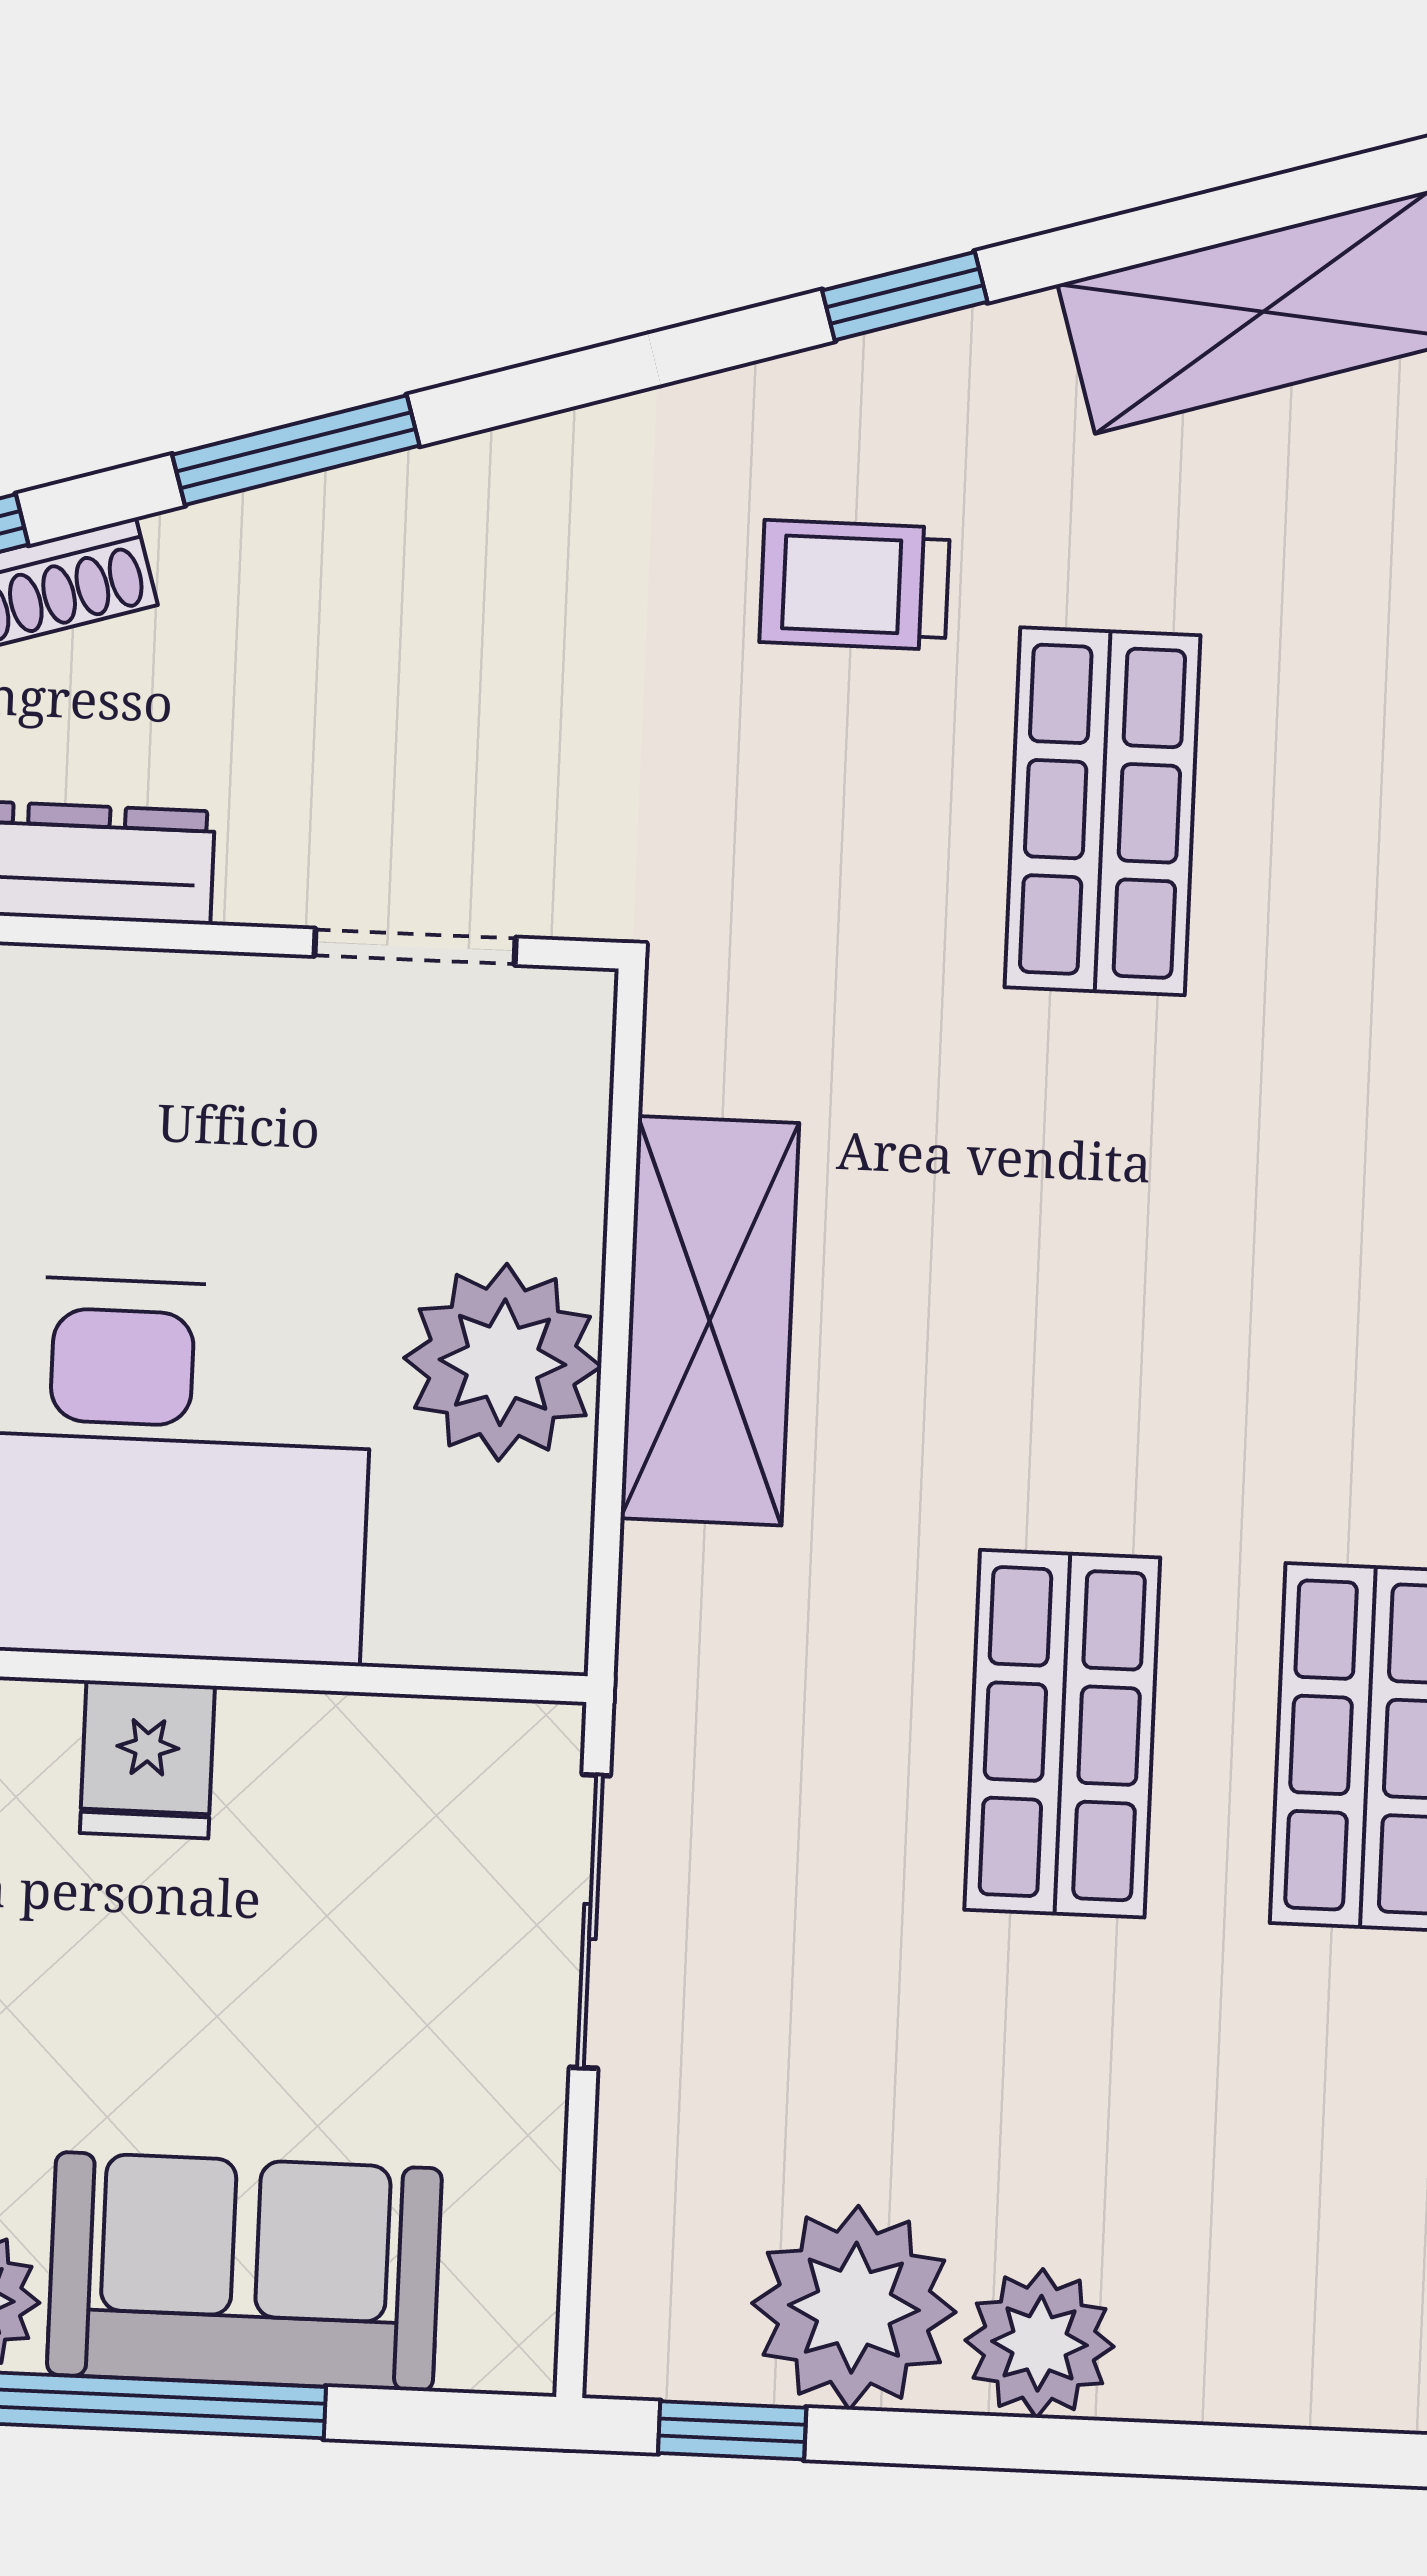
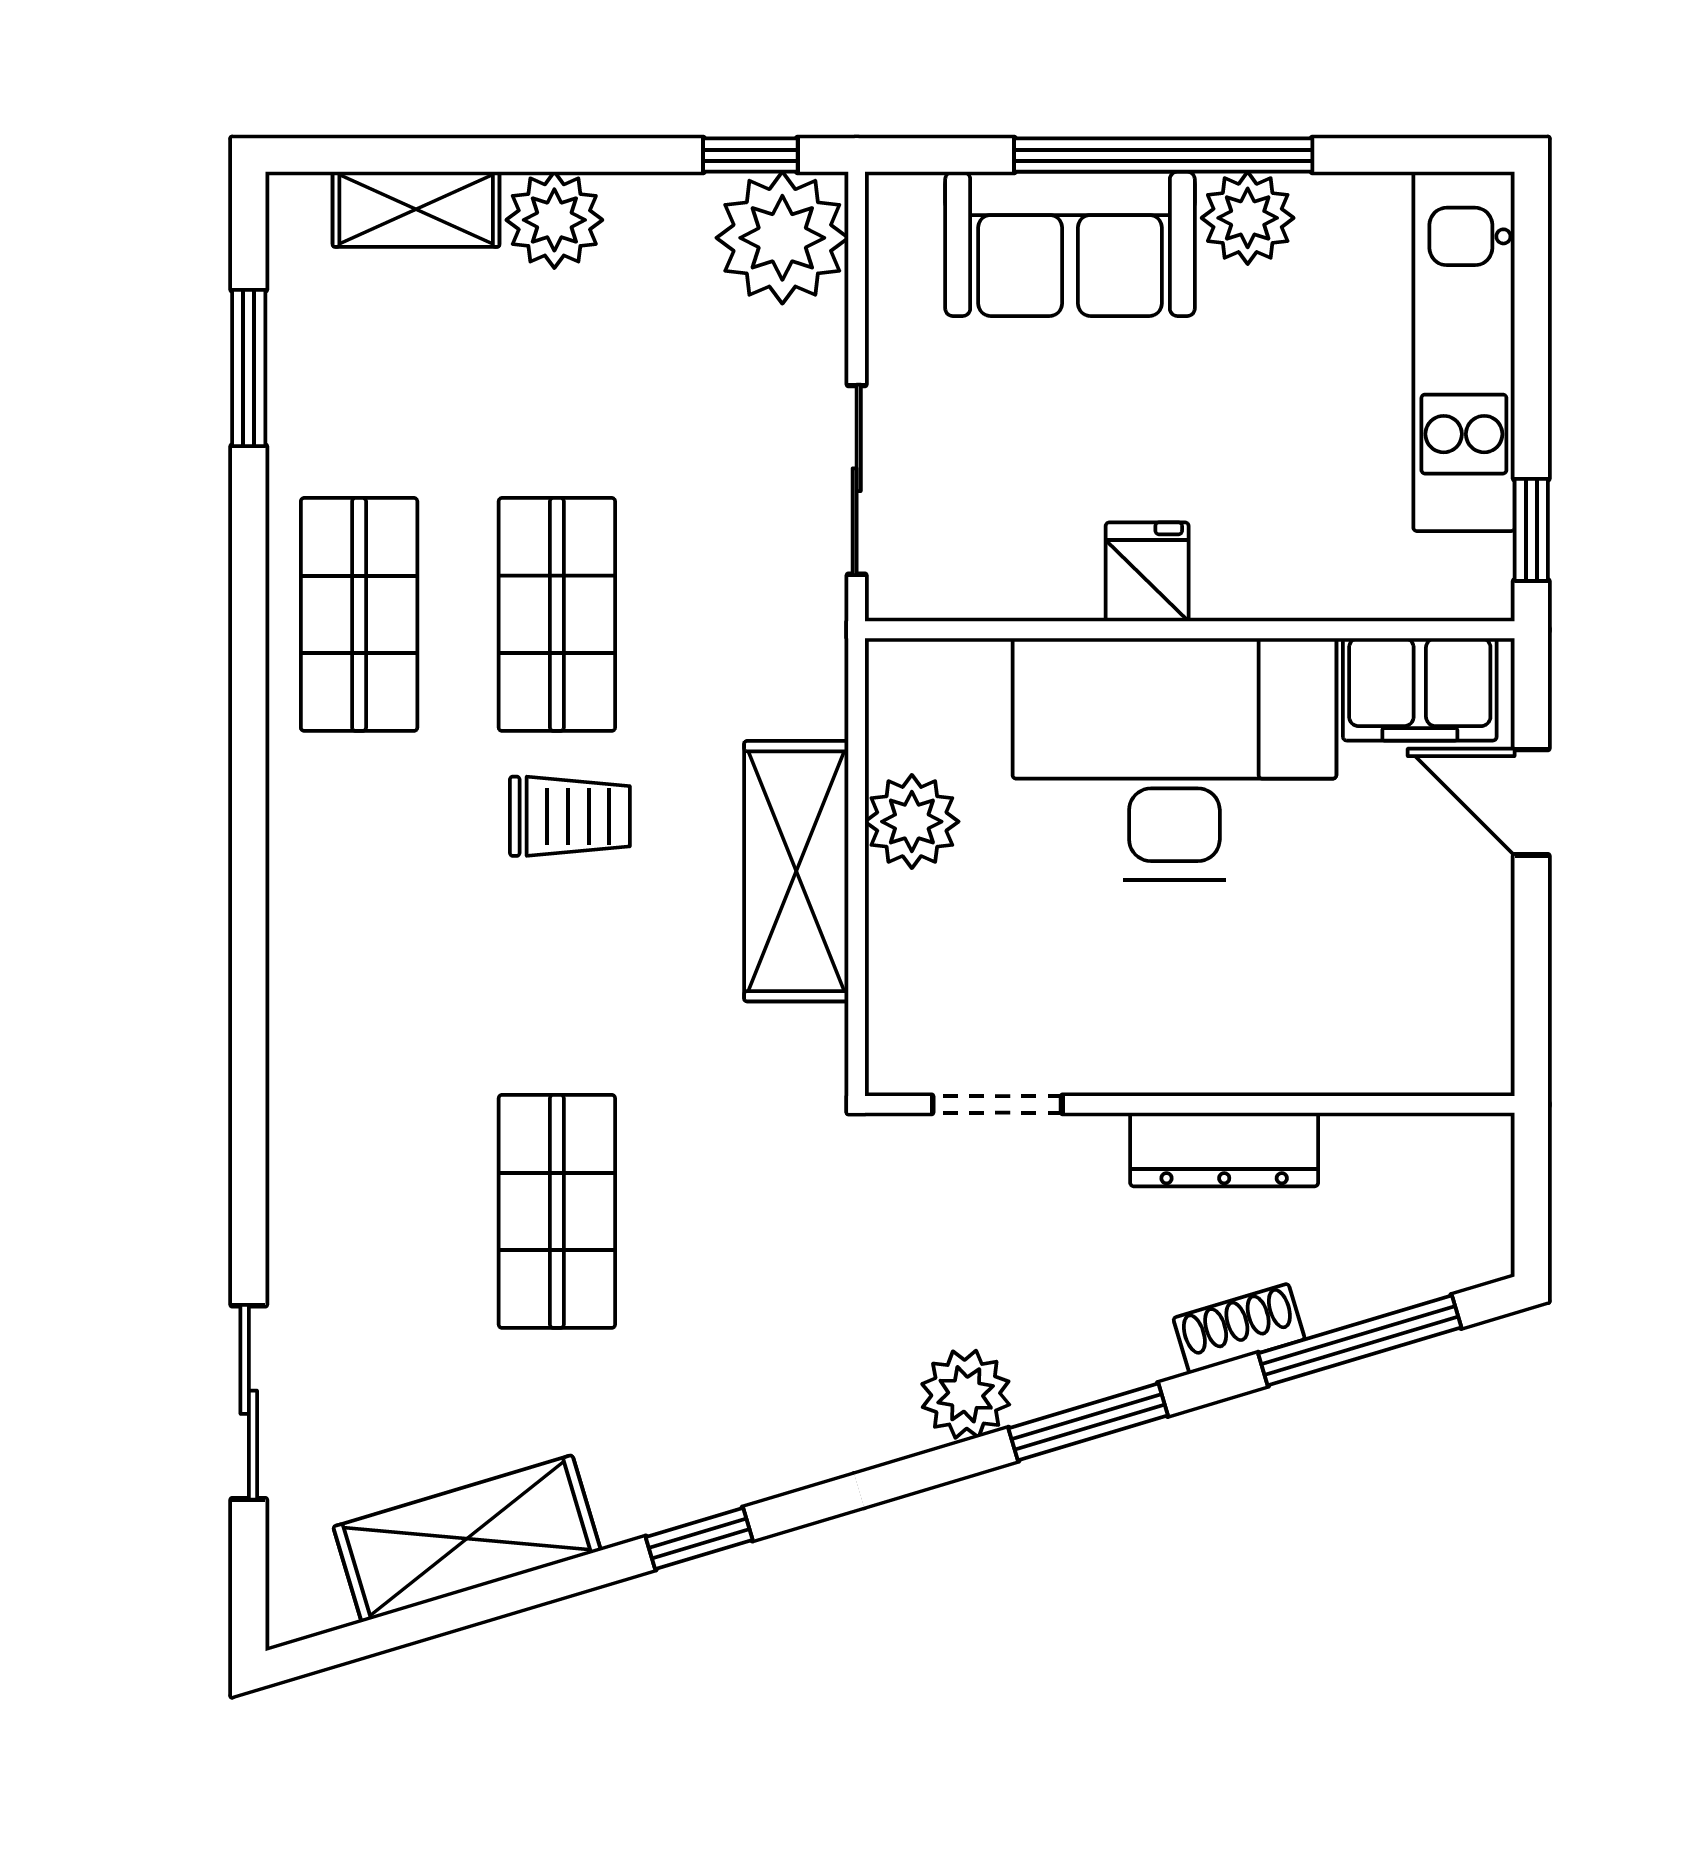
plant: (483, 501) -> (966, 1394), added
trolley: (855, 585) -> (570, 816), moved
plant: (503, 1362) -> (912, 822), width x0.73, depth x0.73
plant: (854, 2308) -> (782, 238), moved
shelving: (1253, 2369) -> (416, 209), added

